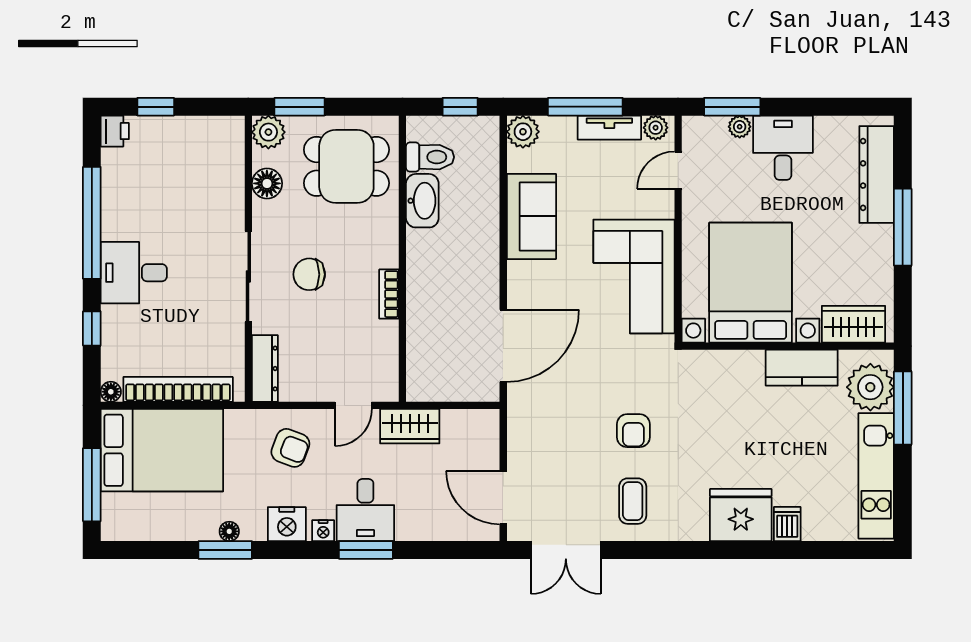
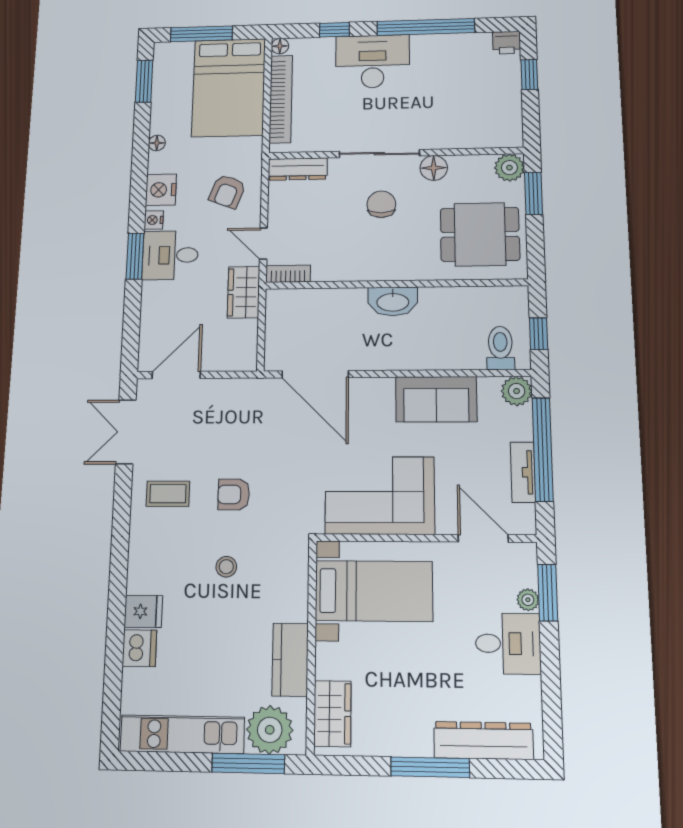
window: (585, 107) -> (543, 449), width x1.46
plant: (656, 128) -> (524, 517), removed
toilet: (430, 157) -> (500, 348), moved, turned 180
dining table: (346, 166) -> (480, 234), turned 90
door: (678, 170) -> (483, 538), width x1.38
floor lamp: (267, 183) -> (434, 168), moved
washbasin: (422, 201) -> (393, 301), moved
desk: (134, 273) -> (373, 62), width x1.37
bed with nightstands: (751, 283) -> (374, 591), width x0.73
bookcase: (389, 294) -> (288, 274), moved
stool: (709, 436) -> (226, 567), added
fridge: (741, 515) -> (143, 611), width x0.53, depth x0.75
dishwasher: (787, 524) -> (139, 648), width x1.38
window: (225, 550) -> (144, 81), moved

